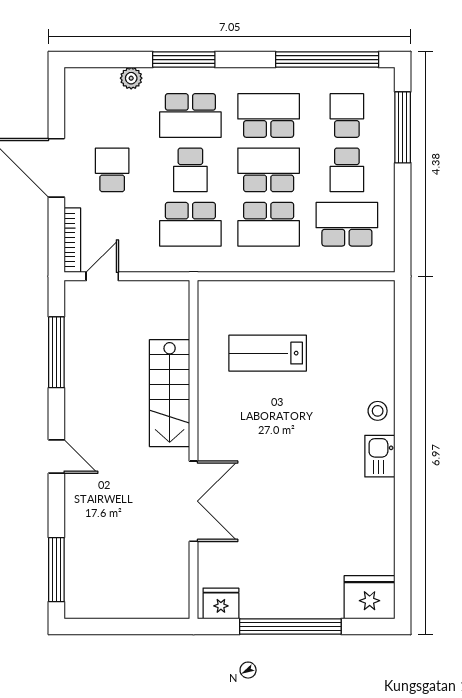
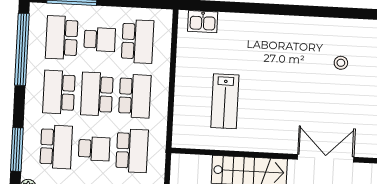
school desk: (347, 115) -> (62, 38), width x1.85
school desk: (347, 224) -> (138, 41), turned 180
stool: (378, 411) -> (341, 63), moved
kitchen sink: (380, 456) -> (203, 22), moved

